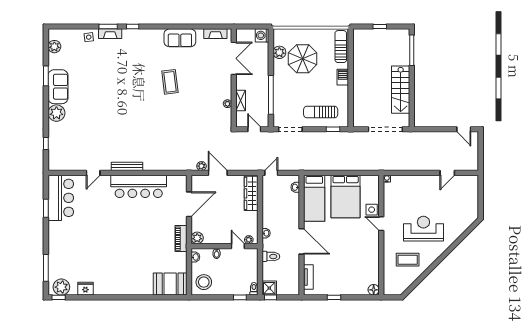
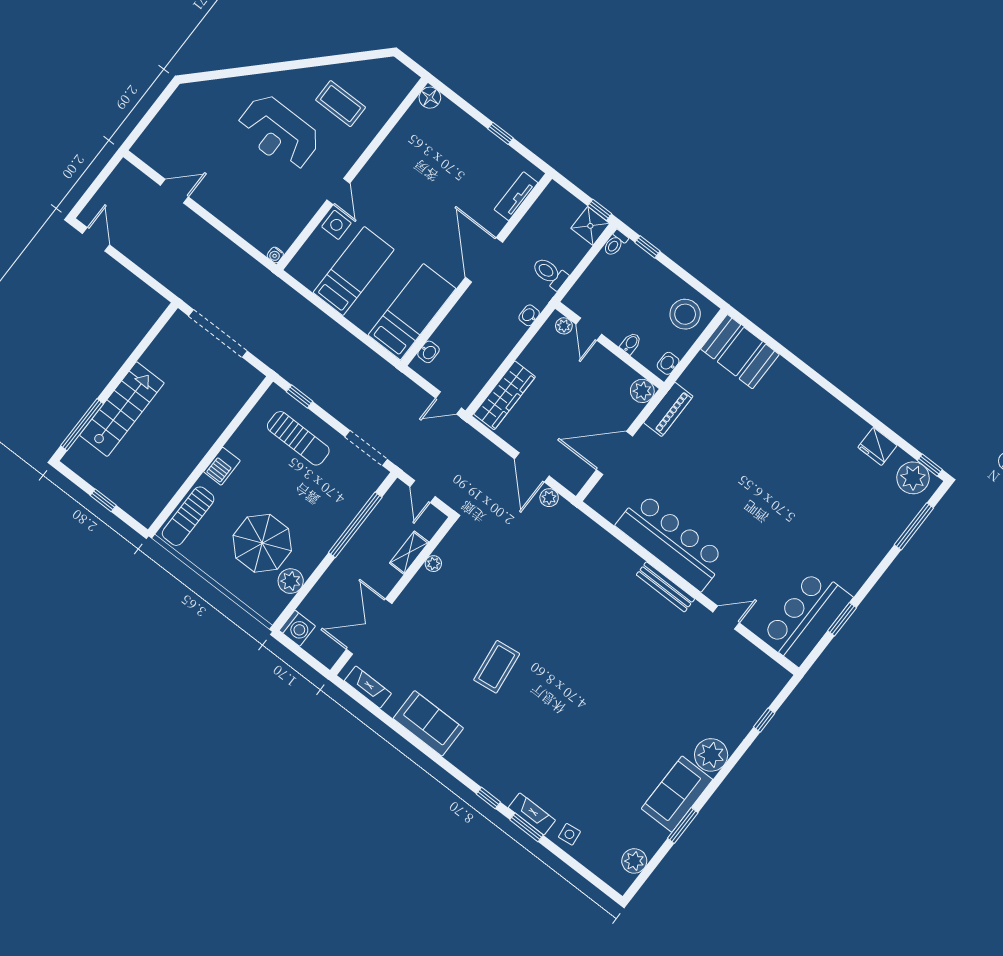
stairs: (401, 90) -> (122, 409), moved
bed: (346, 196) -> (354, 271), width x0.67

